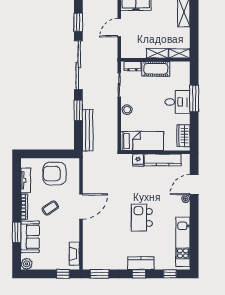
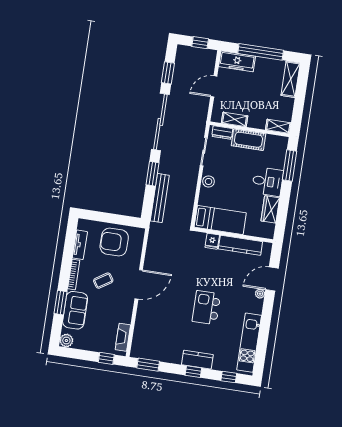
shelving: (157, 53) -> (235, 119), moved
window: (194, 98) -> (289, 165), moved
wardrobe: (183, 136) -> (270, 209), moved

